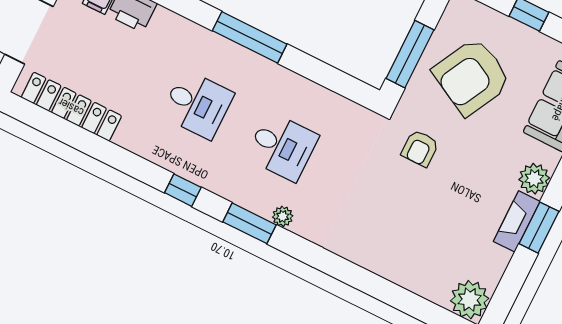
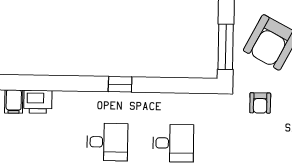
window: (250, 37) -> (120, 84), width x0.46

